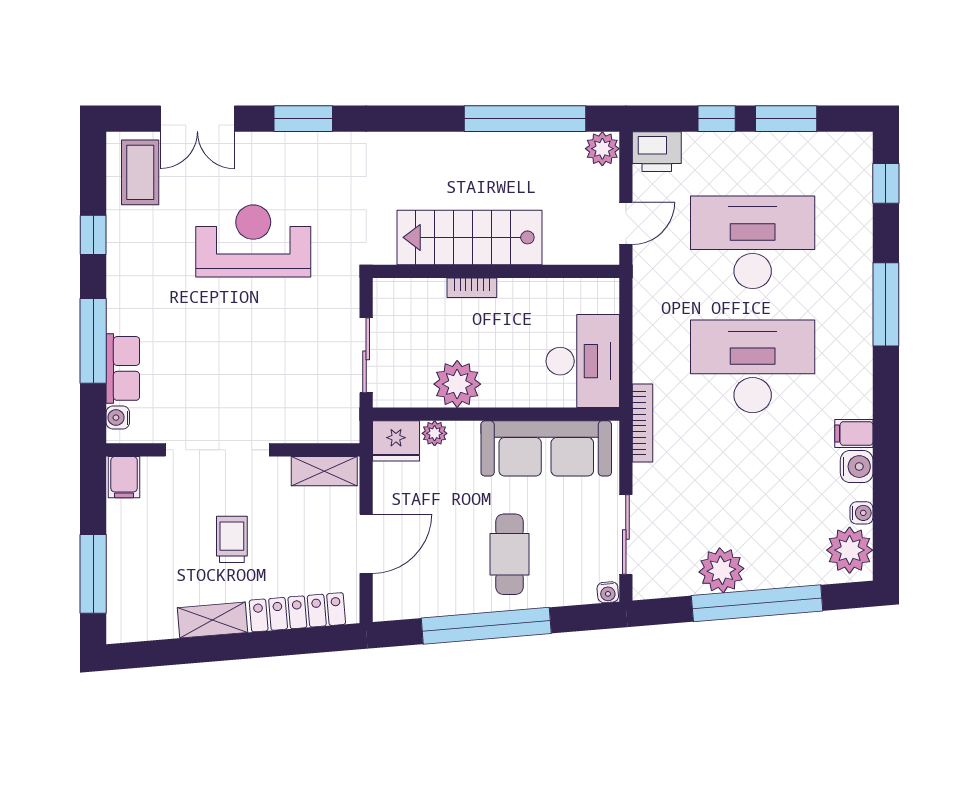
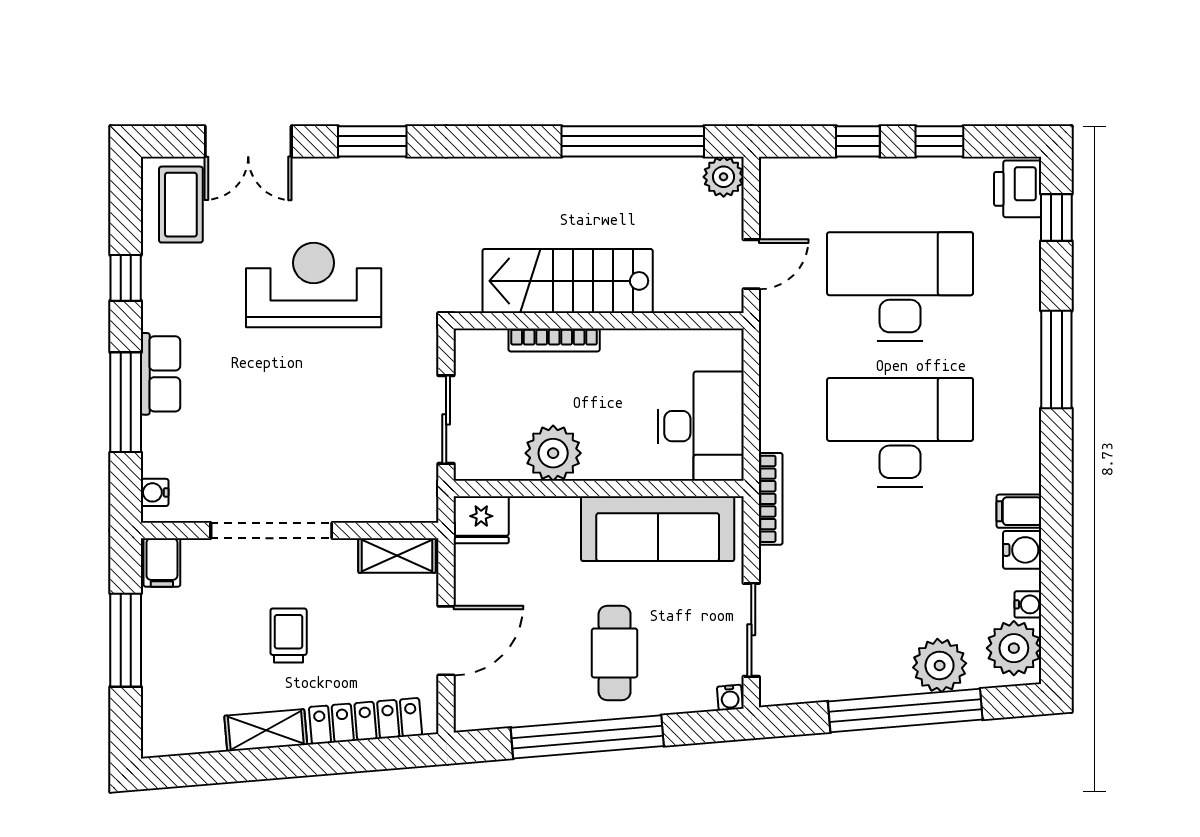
window: (786, 119) -> (939, 141), width x0.67
printer: (657, 152) -> (1018, 189), moved, turned 90
bookcase: (472, 288) -> (554, 340), width x1.56
row of seats: (123, 368) -> (160, 374), moved
plant: (435, 433) -> (527, 511), removed
plant: (721, 570) -> (940, 665), moved
window: (93, 574) -> (126, 640), moved

